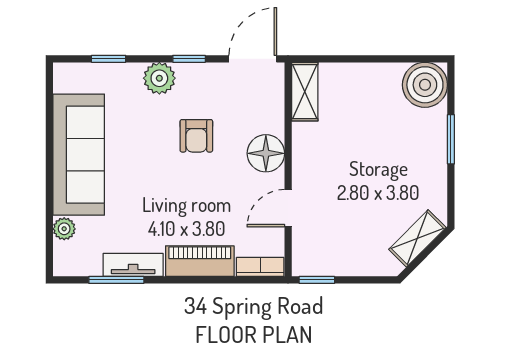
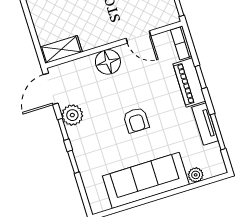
window: (109, 59) -> (73, 162), moved
door: (253, 59) -> (51, 89), hinge flipped
plant: (159, 78) -> (72, 115), moved
armchair: (196, 136) -> (136, 120), moved, turned 90
window: (203, 280) -> (201, 77), added

